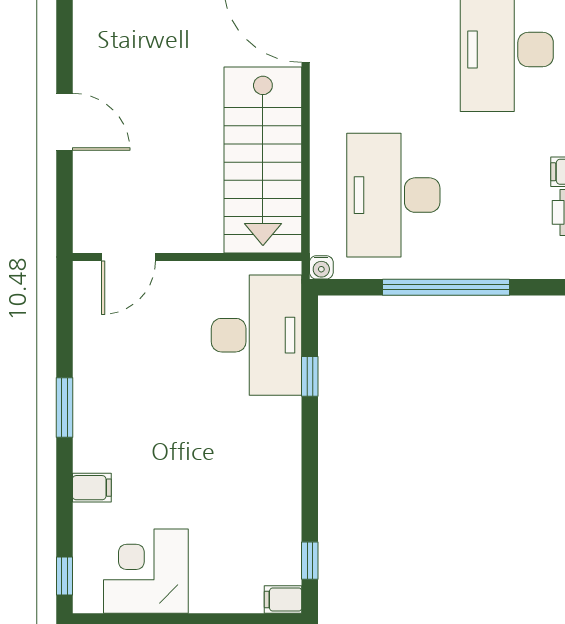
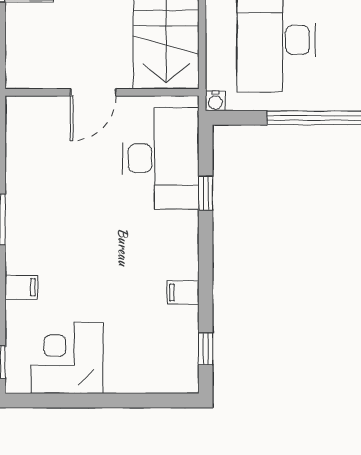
door: (129, 257) -> (93, 92), moved
filing cabinet: (283, 599) -> (183, 292), moved

